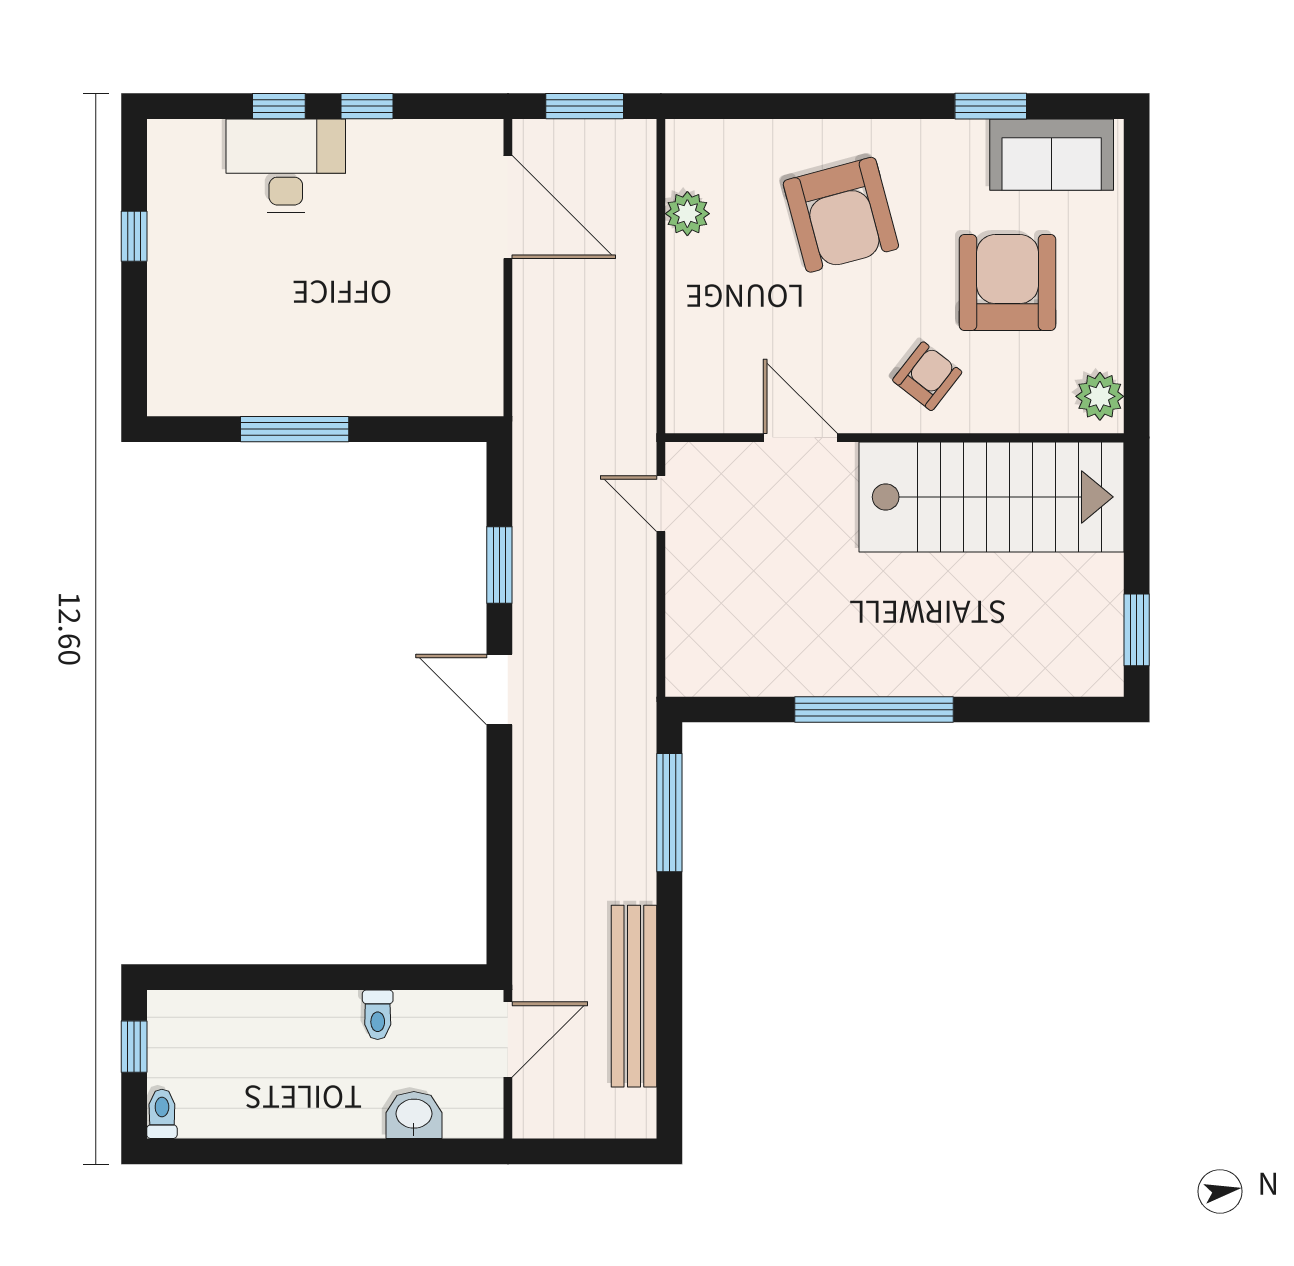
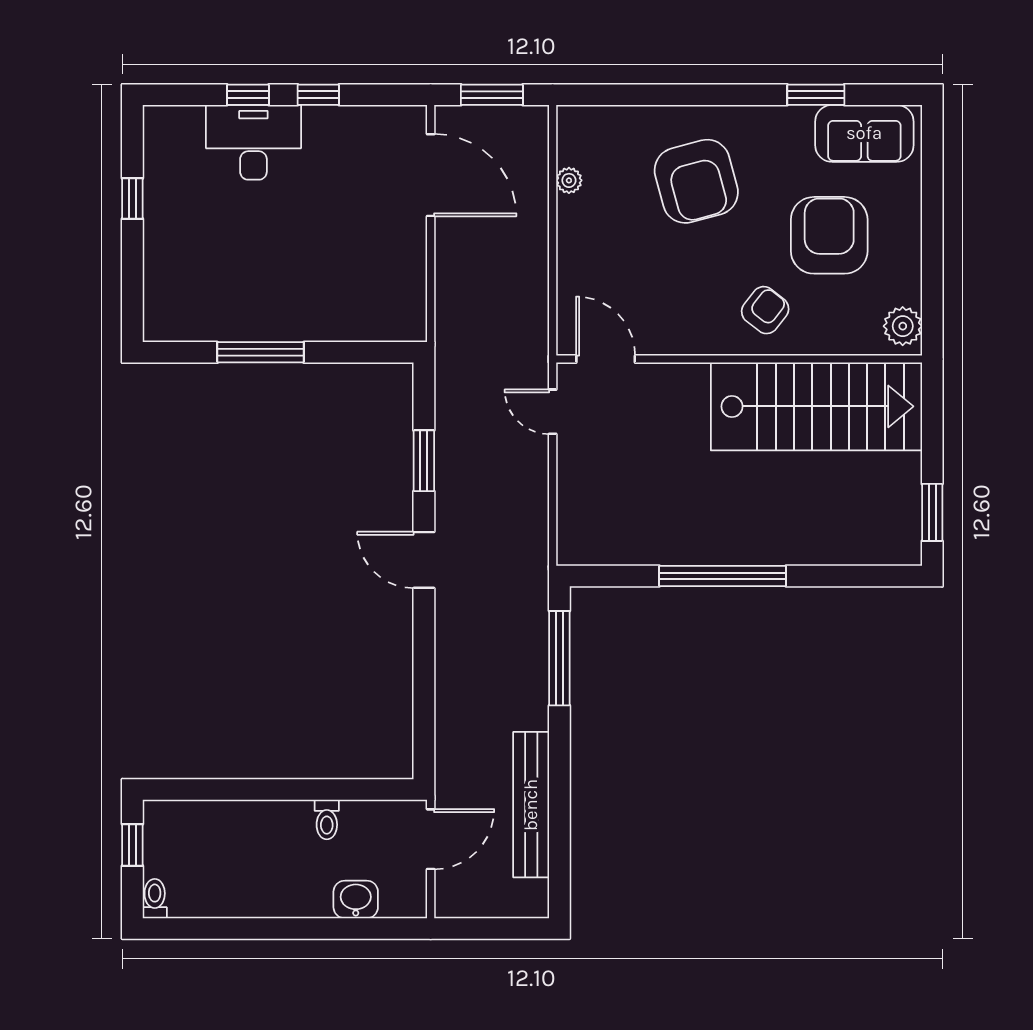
plant: (687, 214) -> (569, 180), width x0.73, depth x0.73
door: (800, 438) -> (606, 359), moved

